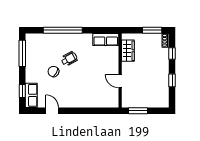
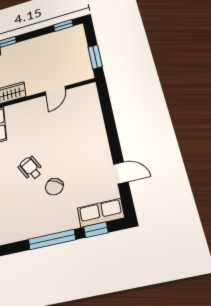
window: (22, 53) -> (52, 239), moved
window: (172, 80) -> (63, 26), moved
door: (52, 111) -> (121, 173), swing flipped

